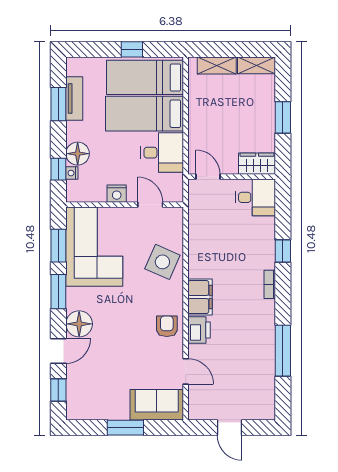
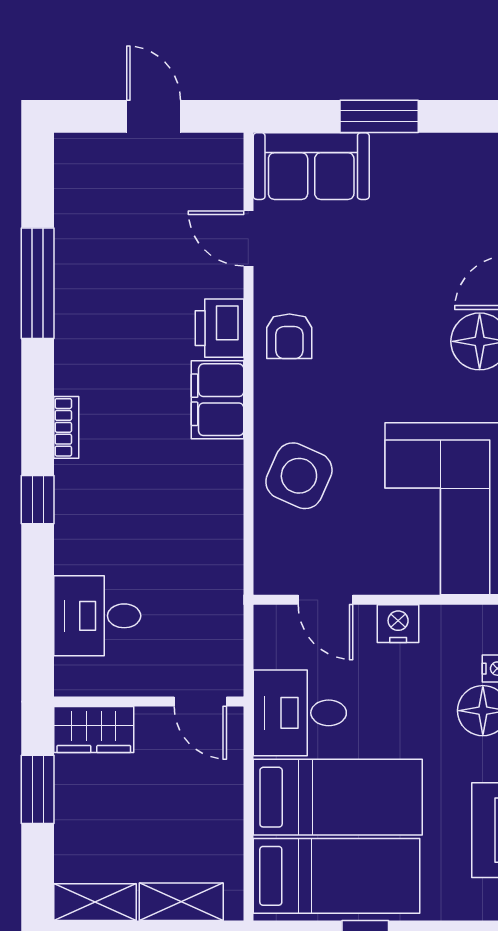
wardrobe: (257, 164) -> (94, 730), moved
door: (208, 177) -> (200, 702), moved
wall: (232, 177) -> (149, 702), moved

